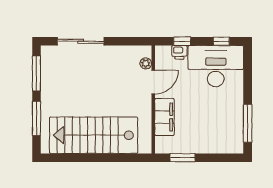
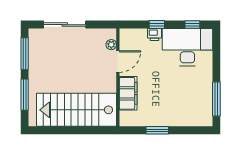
plant: (146, 63) -> (111, 45), moved
door: (153, 82) -> (118, 62), moved
wall: (153, 99) -> (118, 77), moved
filing cabinet: (164, 117) -> (128, 93), moved

